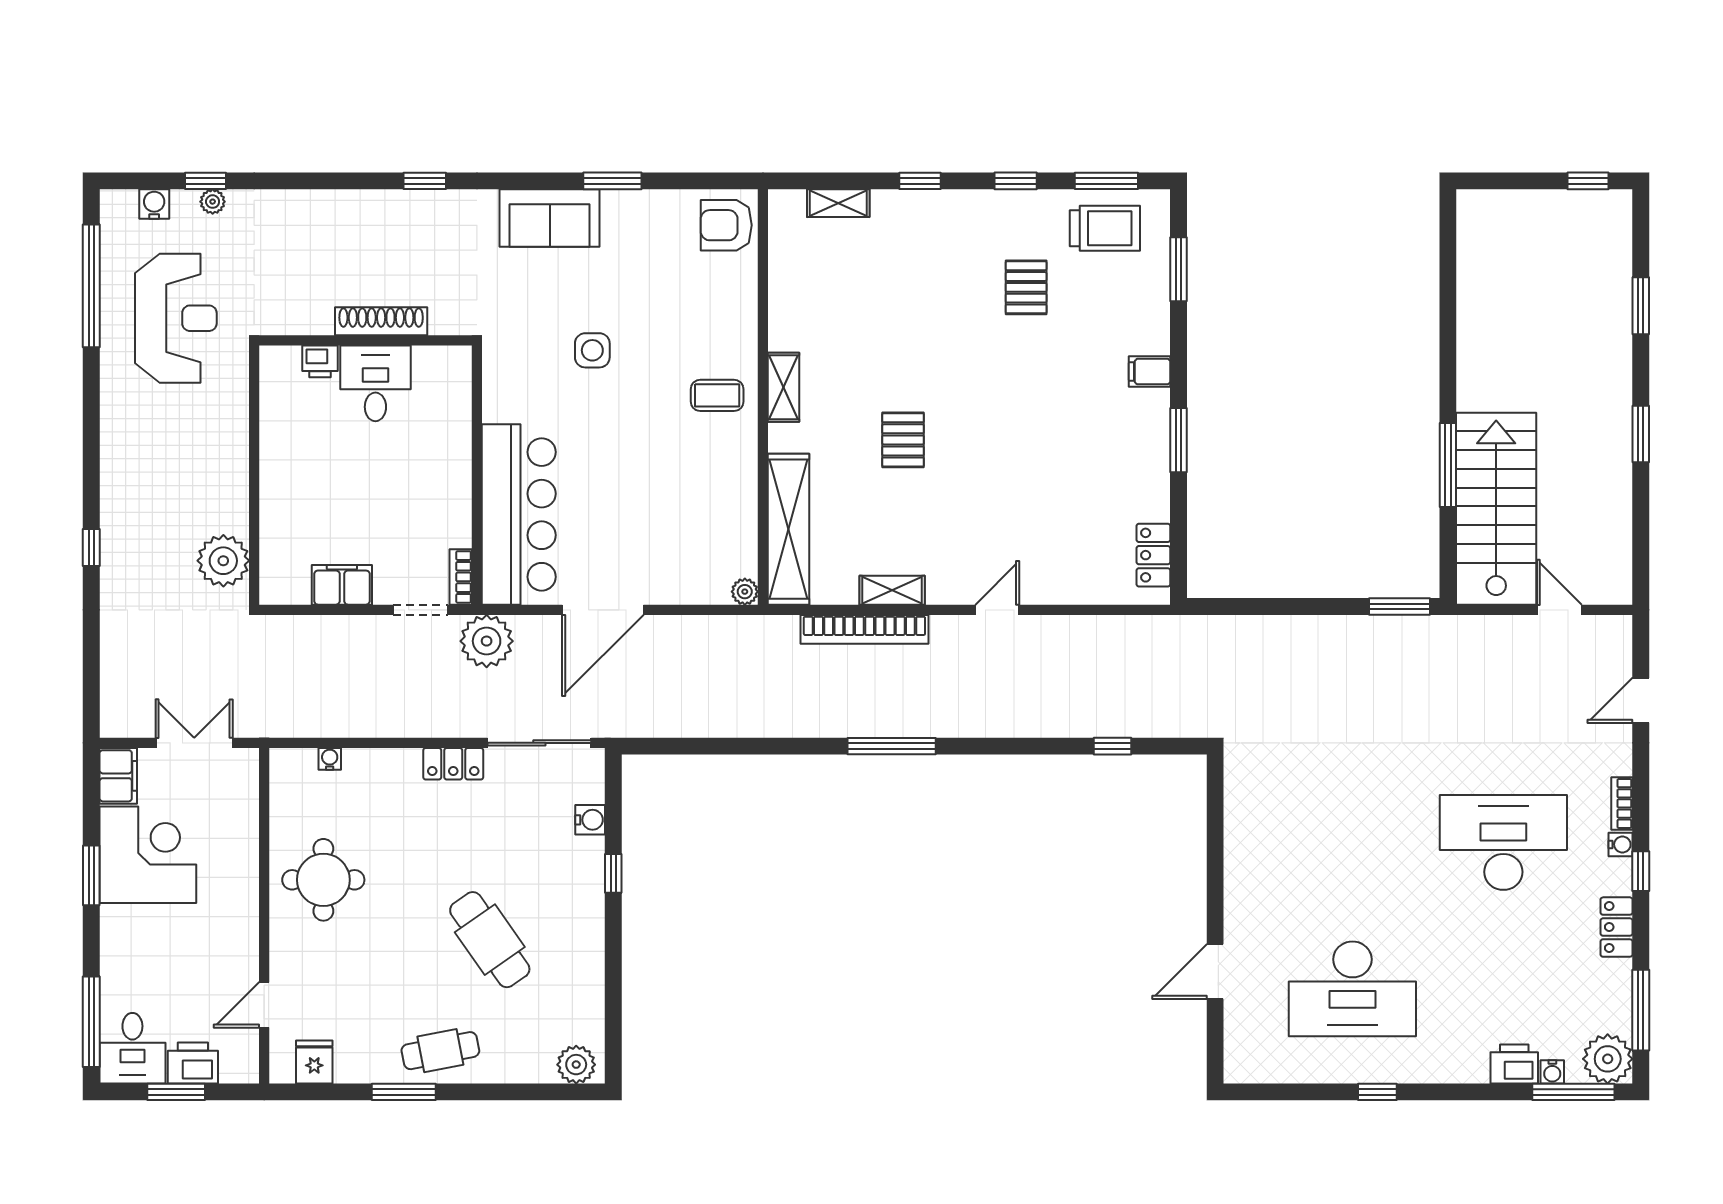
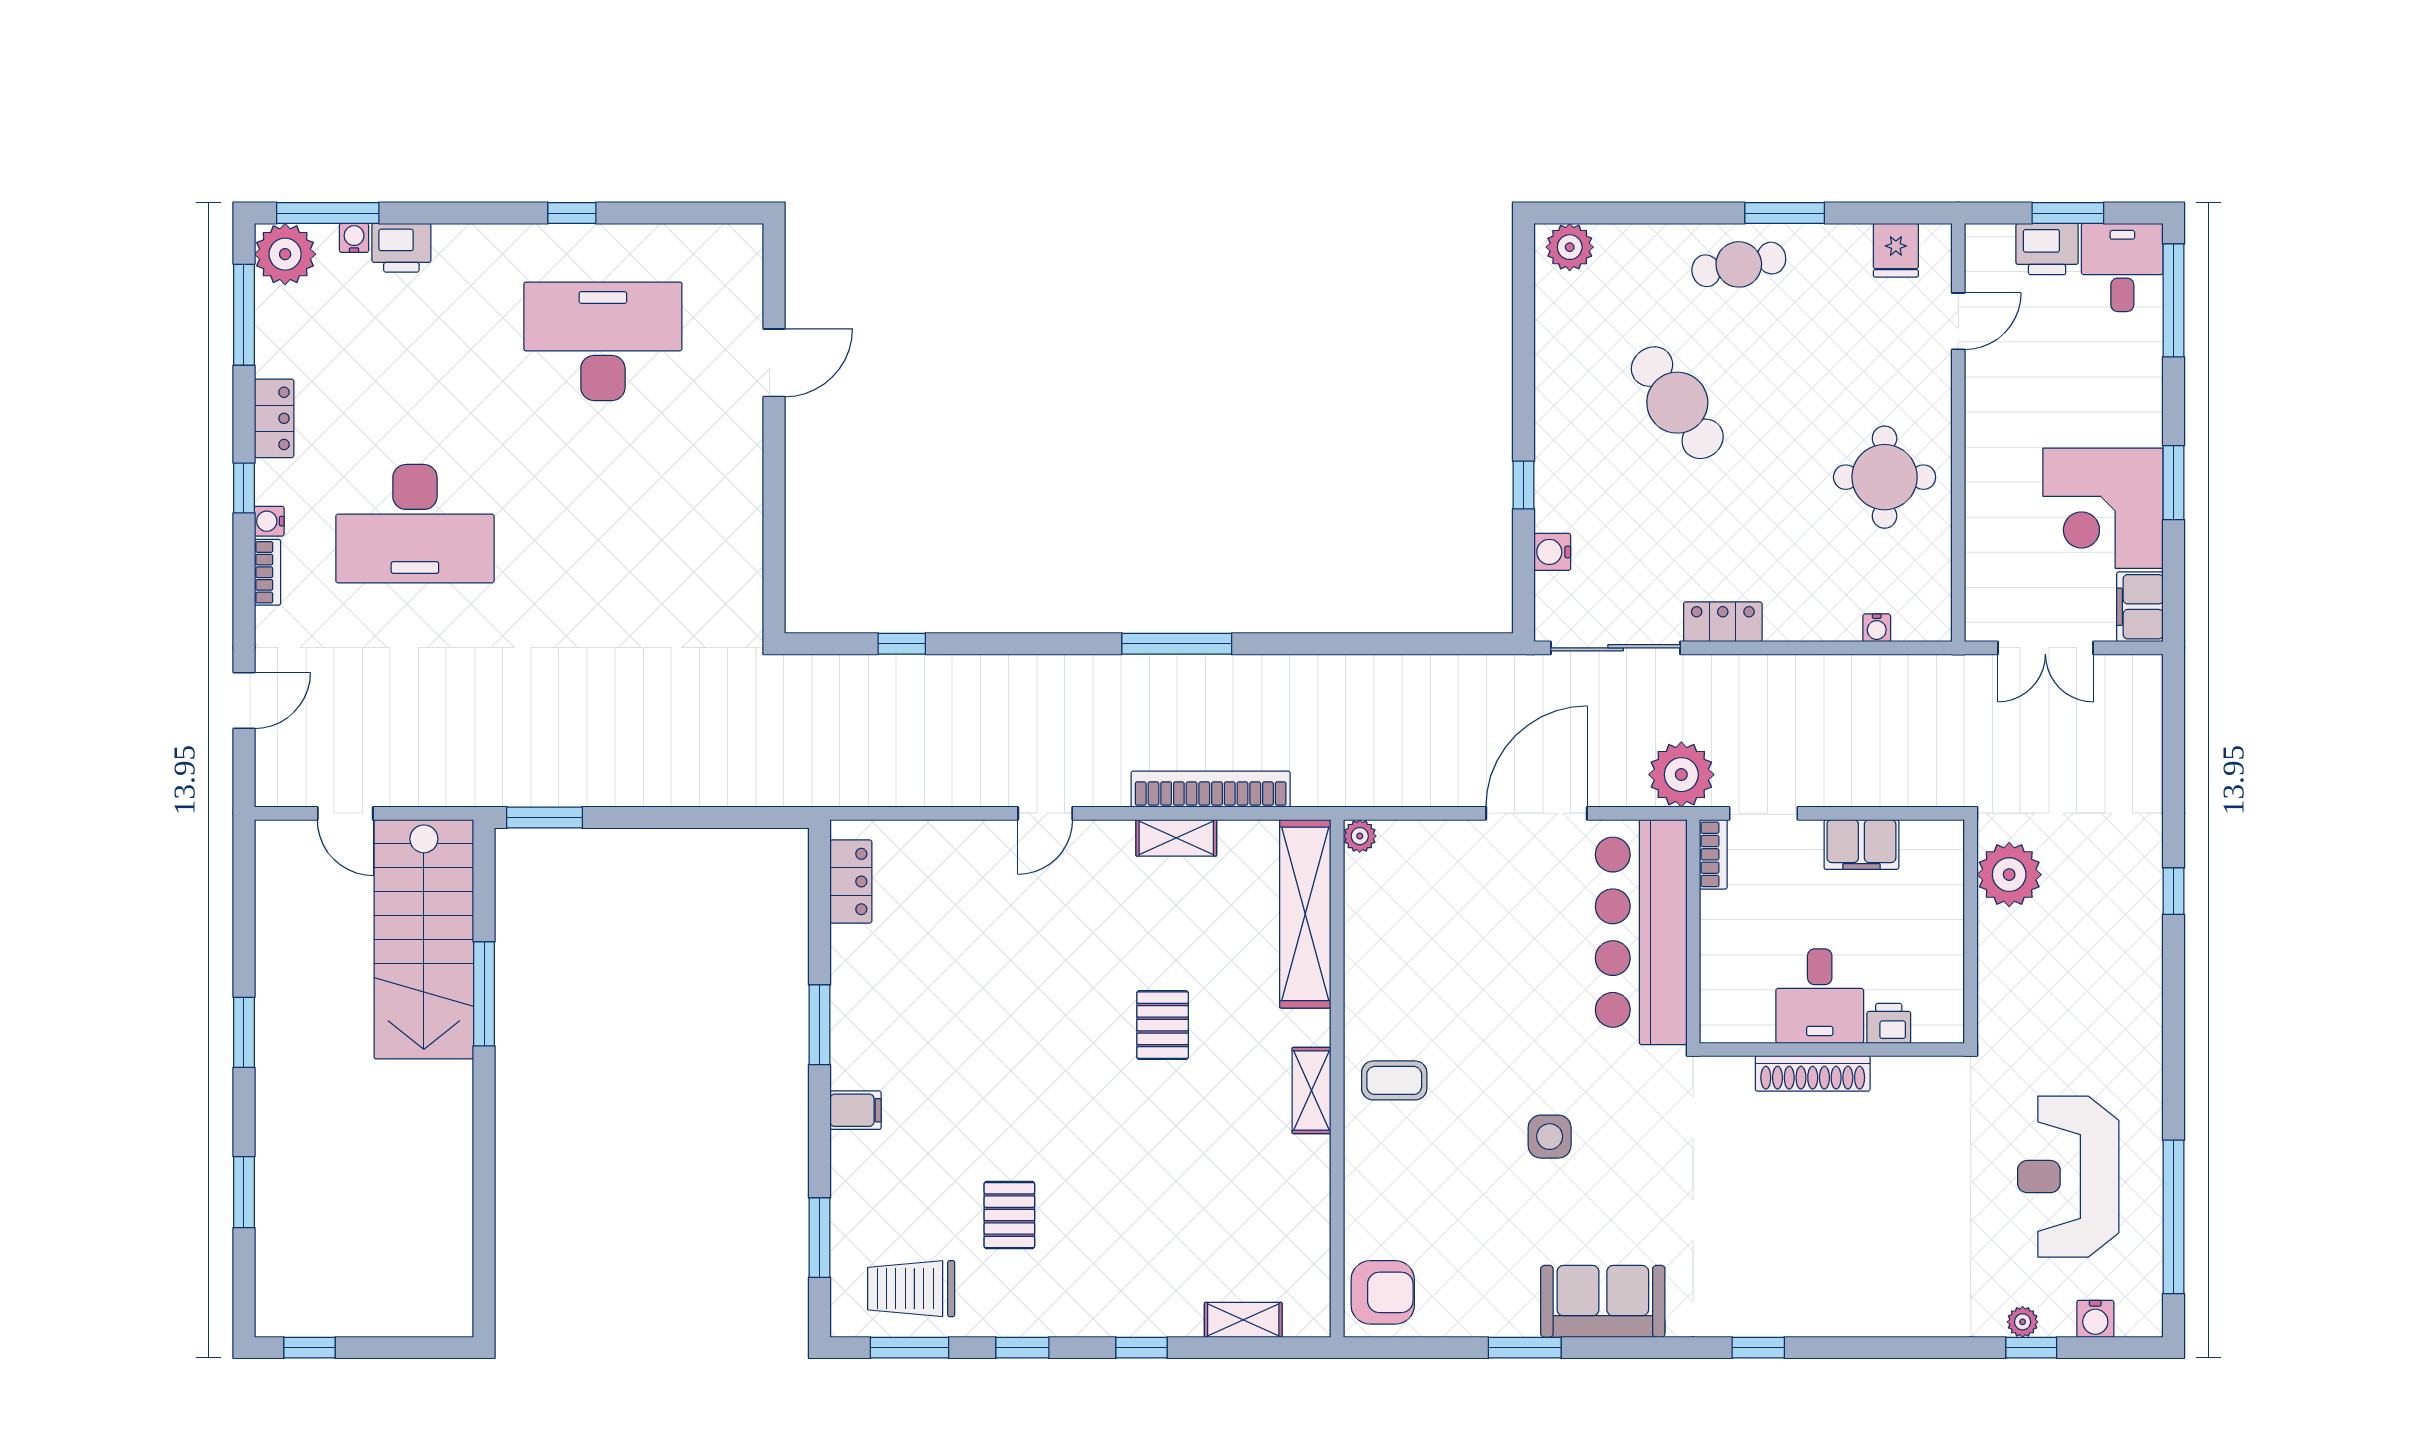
shoe rack: (381, 321) -> (1813, 1073), moved
wall: (366, 340) -> (1832, 1049), moved
printer: (320, 361) -> (1889, 1023), moved
desk: (375, 383) -> (1820, 996), moved

